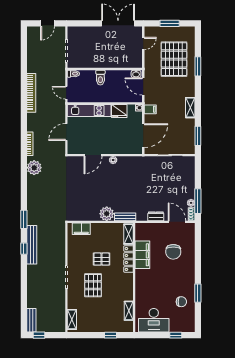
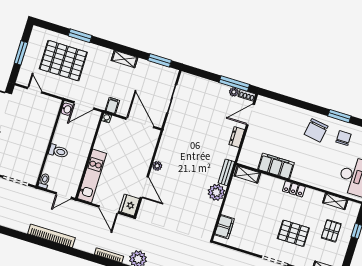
fridge: (119, 111) -> (129, 205), moved, turned 180
chair: (173, 252) -> (316, 130), moved, turned 98
pallet: (102, 259) -> (331, 231), moved
locker: (129, 259) -> (294, 189), moved, width x0.66

